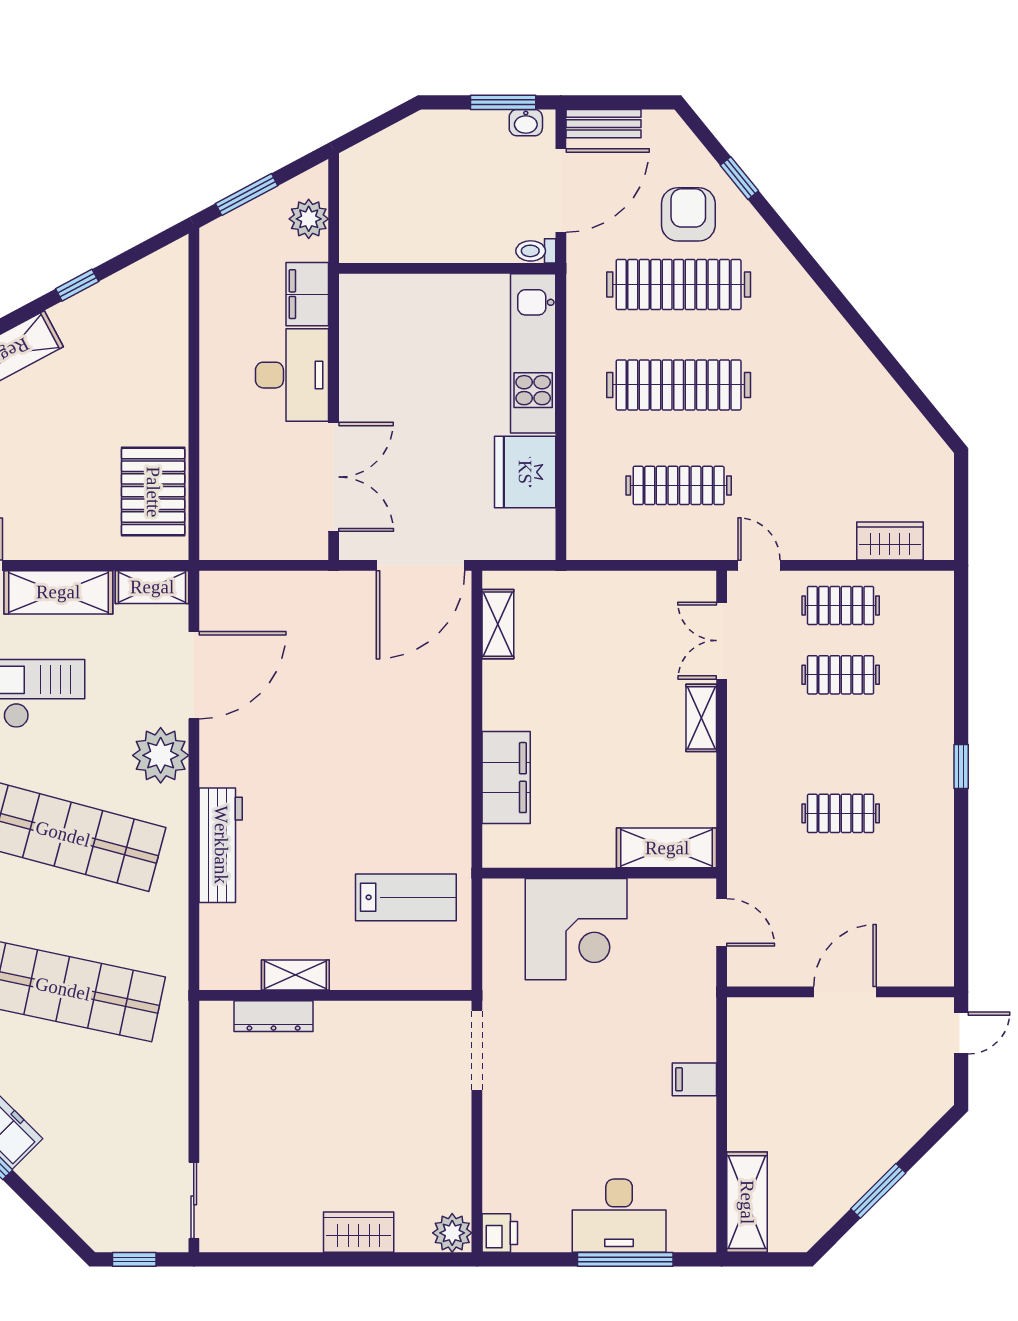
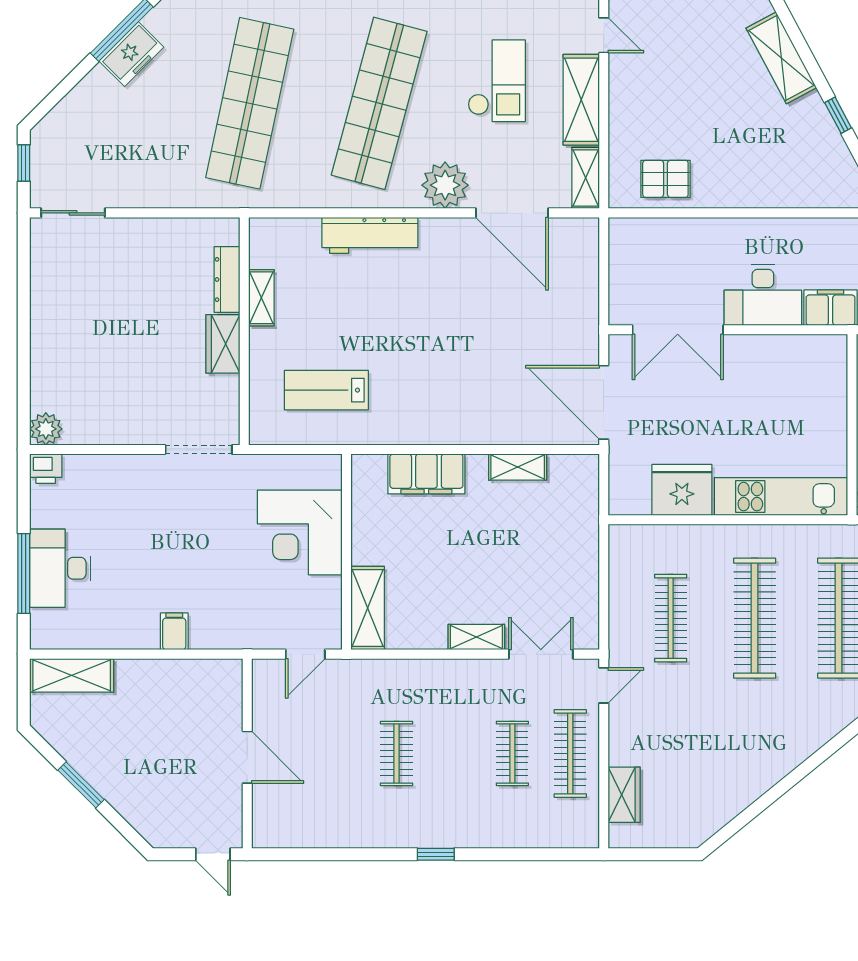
pallet: (153, 492) -> (665, 179), width x0.67, depth x0.71
clothes rail: (841, 606) -> (570, 753), width x1.36
shelving: (498, 624) -> (518, 467), moved
lab bench: (406, 897) -> (326, 390), turned 90
wardrobe: (359, 1232) -> (223, 344), moved, turned 180

